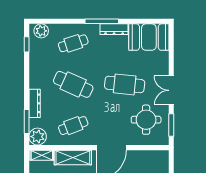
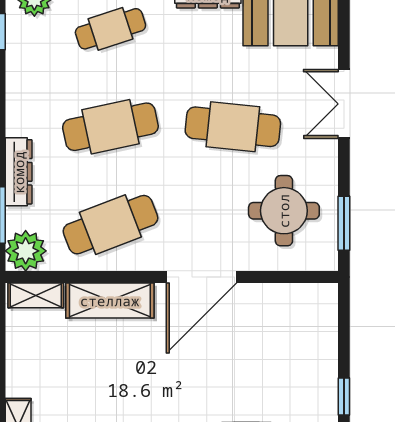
cafe table: (73, 84) -> (110, 127), turned -36
double door: (171, 90) -> (344, 104), moved
cafe table: (73, 126) -> (110, 225), width x1.37, depth x1.35

